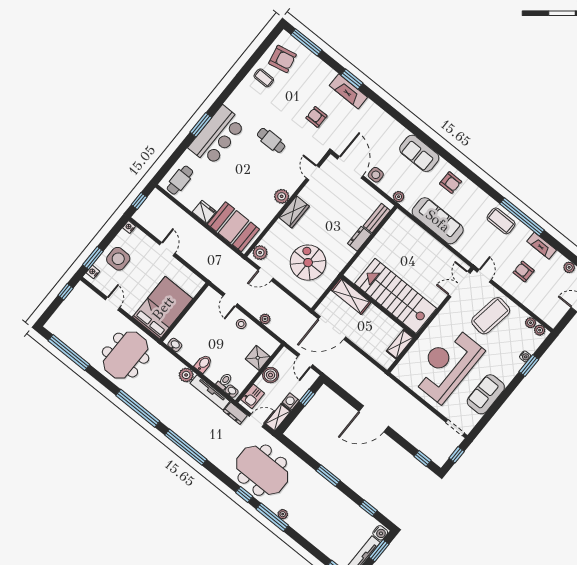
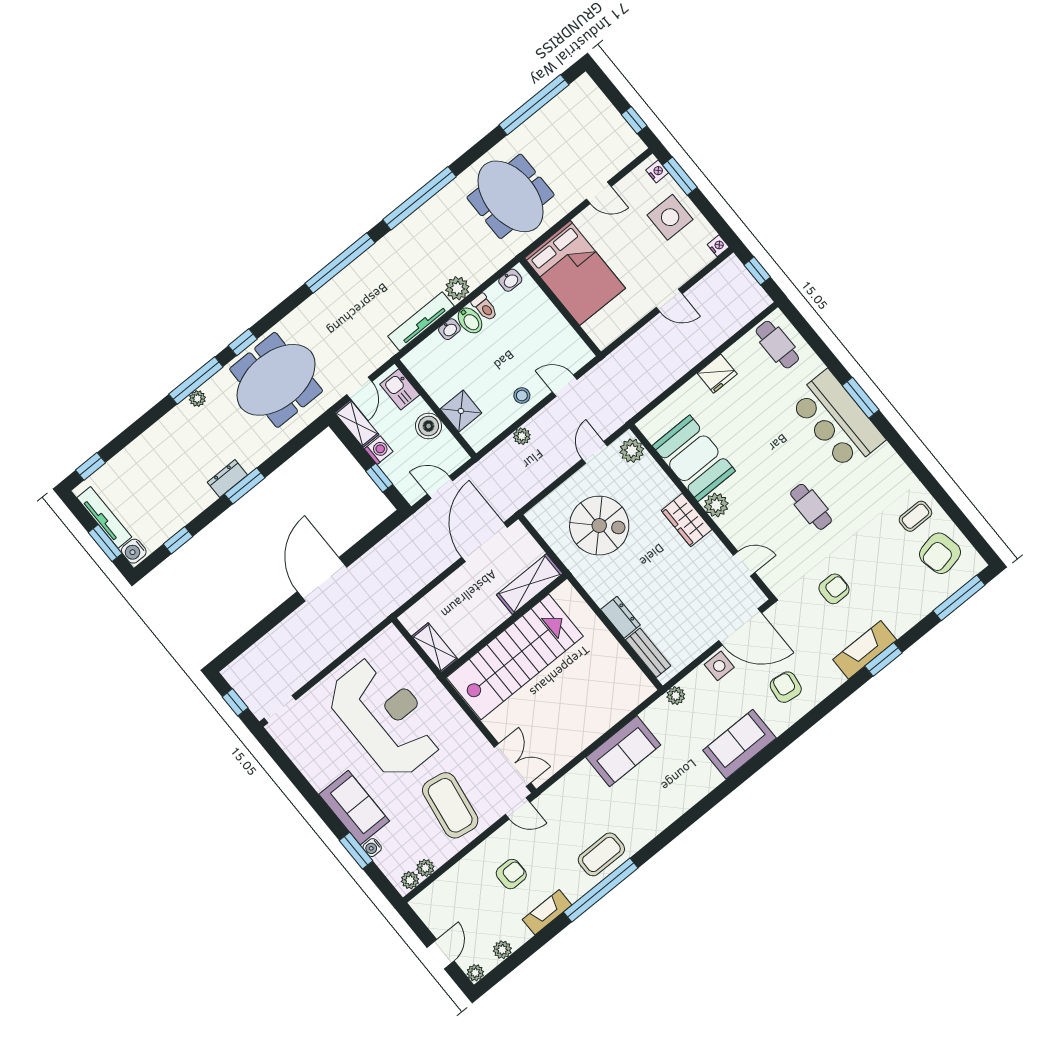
cafe table: (271, 140) -> (811, 507), turned 90
armchair: (451, 183) -> (786, 687), moved, turned 98
sofa: (438, 221) -> (623, 751), width x0.73
booth: (233, 227) -> (694, 458), moved, turned 90
toilet: (224, 381) -> (485, 307), moved
washbasin: (232, 391) -> (449, 329), moved
sofa: (486, 394) -> (354, 808), moved
dresser: (235, 413) -> (227, 479), moved
window: (423, 458) -> (241, 646), removed

